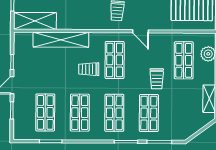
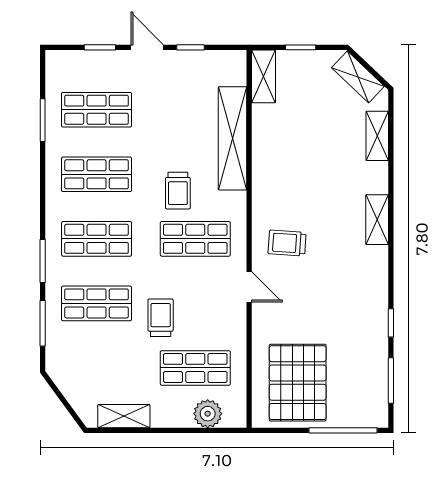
shelving: (35, 21) -> (264, 76), width x0.67, depth x0.75
door: (140, 31) -> (249, 287), swing flipped
trolley: (89, 69) -> (178, 191), turned 180
trolley: (157, 79) -> (161, 318), turned 90

